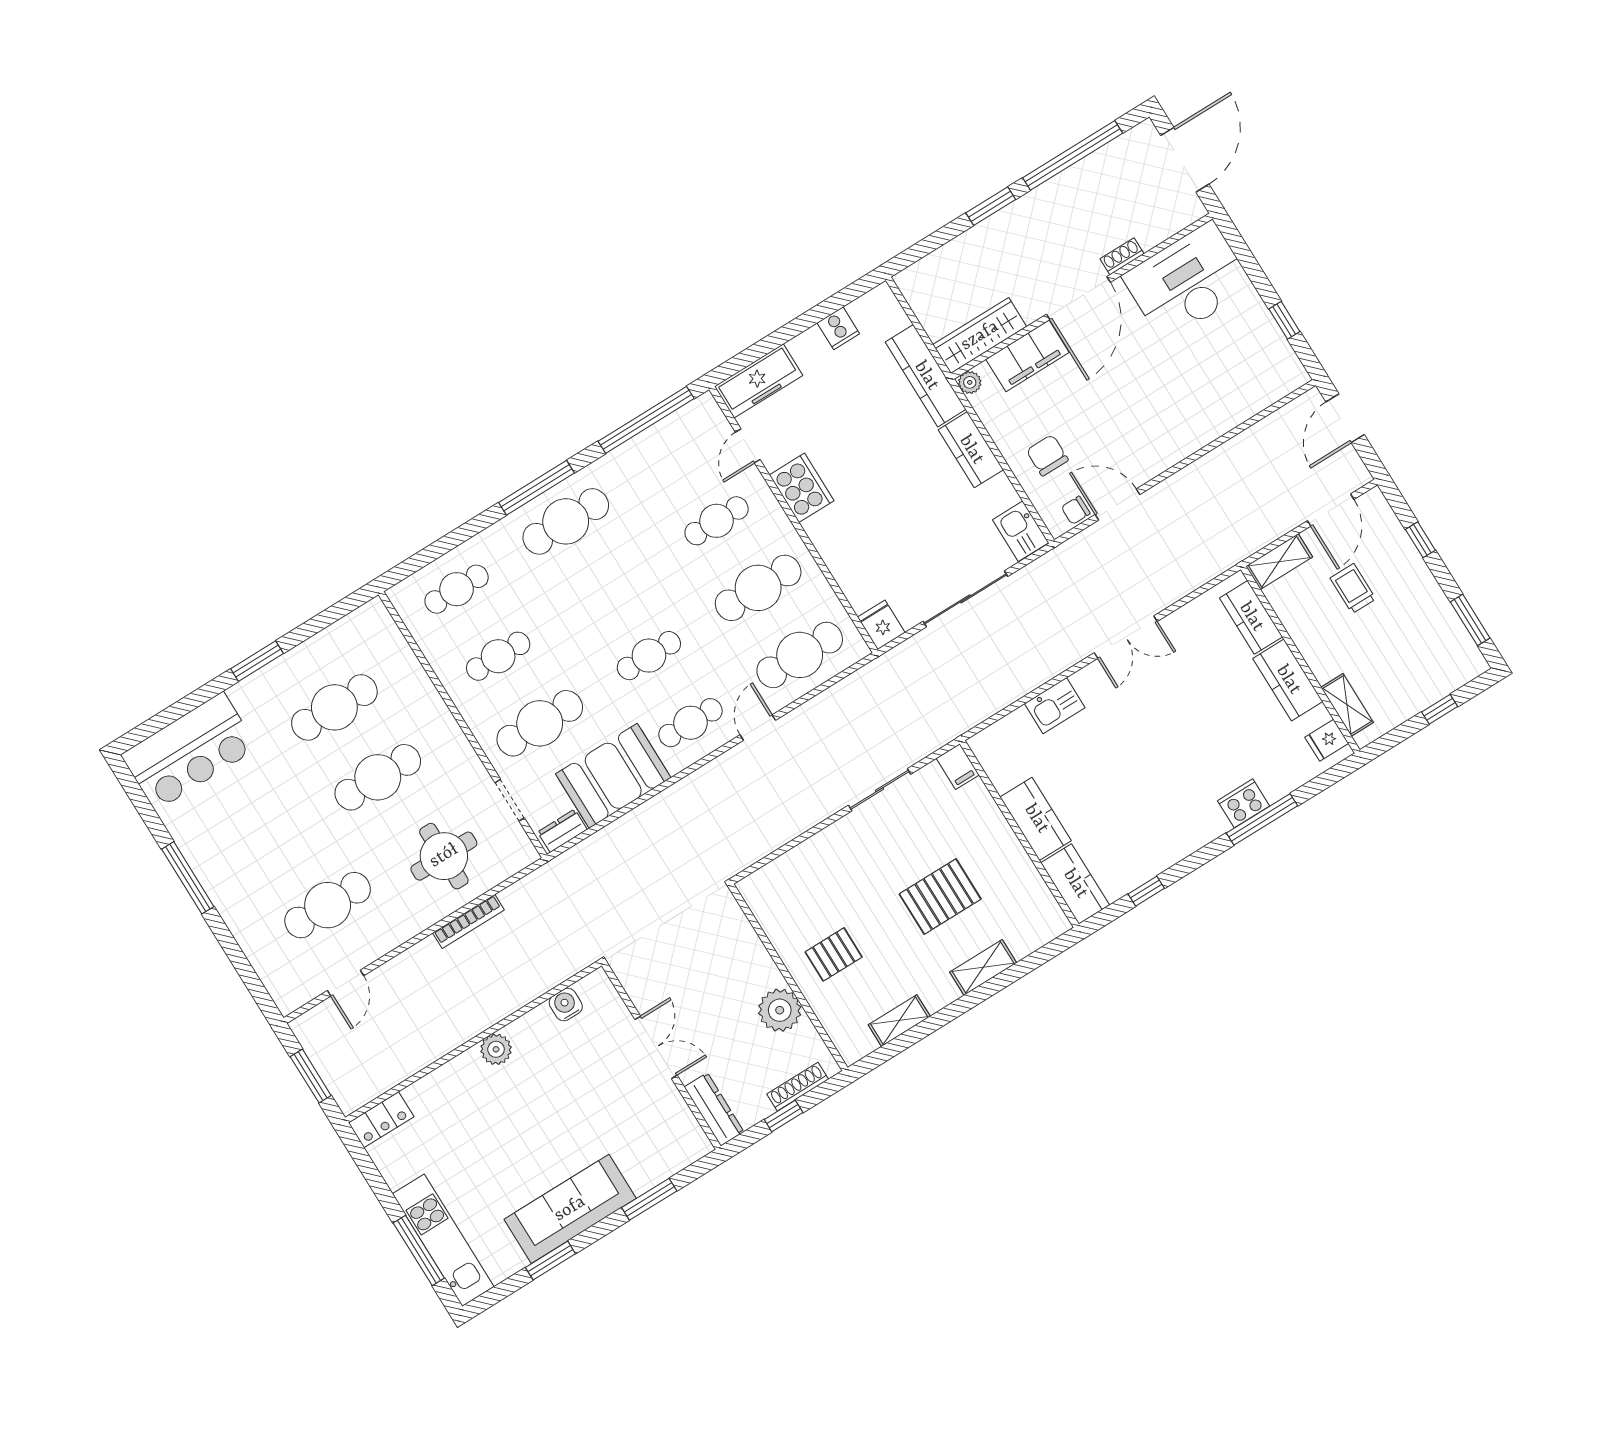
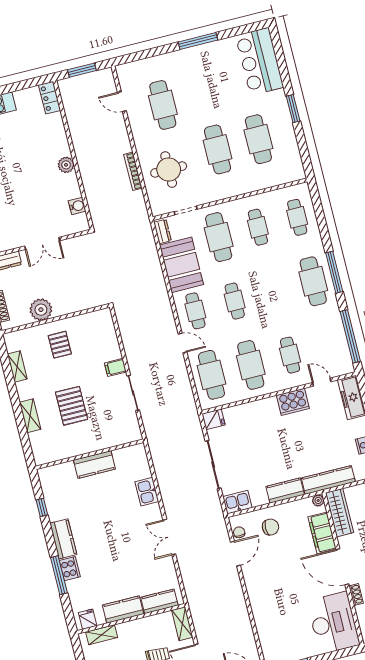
filing cabinet: (958, 767) -> (115, 367), moved
kitchen counter: (1075, 884) -> (63, 539), moved, turned -90

